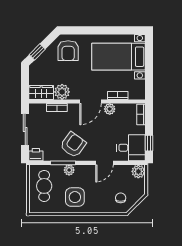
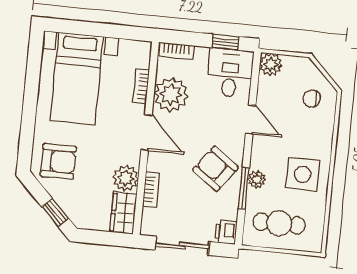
plant: (110, 109) -> (171, 95), width x1.88, depth x1.88

